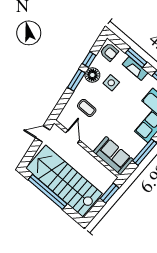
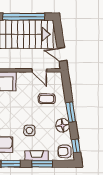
window: (89, 60) -> (76, 146), moved
side table: (111, 83) -> (29, 130), moved
door: (43, 134) -> (62, 54), swing flipped

